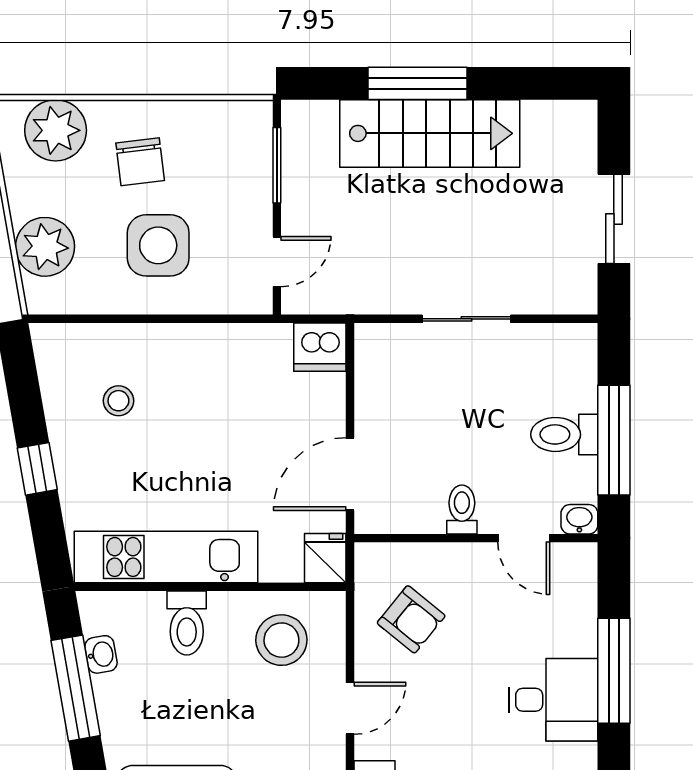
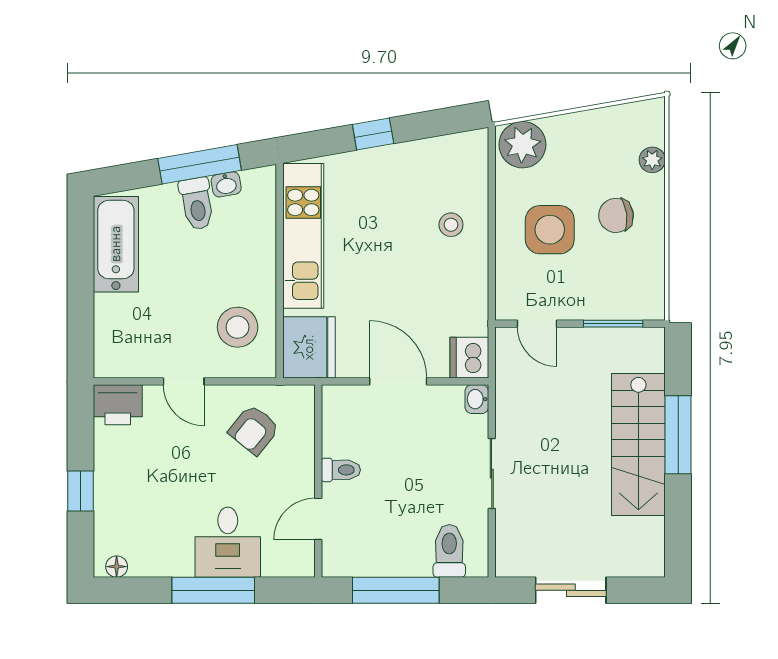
plant: (56, 130) -> (652, 160), width x0.53, depth x0.53
plant: (45, 247) -> (522, 145), moved
stool: (118, 401) -> (451, 225), moved
toilet: (564, 434) -> (449, 551), moved
door: (350, 474) -> (398, 381), moved
washbasin: (579, 519) -> (477, 399), moved, turned 180
fridge: (325, 558) -> (309, 347), width x1.88, depth x1.34
toilet: (187, 623) -> (197, 204), moved, turned -100
desk: (553, 700) -> (228, 542), moved

